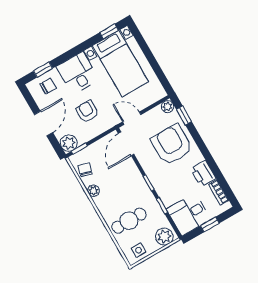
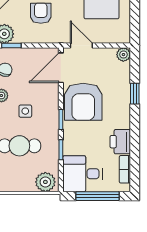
window: (184, 116) -> (135, 94), moved
armchair: (172, 145) -> (83, 102), moved, turned 180
window: (210, 224) -> (98, 196), width x2.17
side table: (138, 250) -> (25, 111), moved

